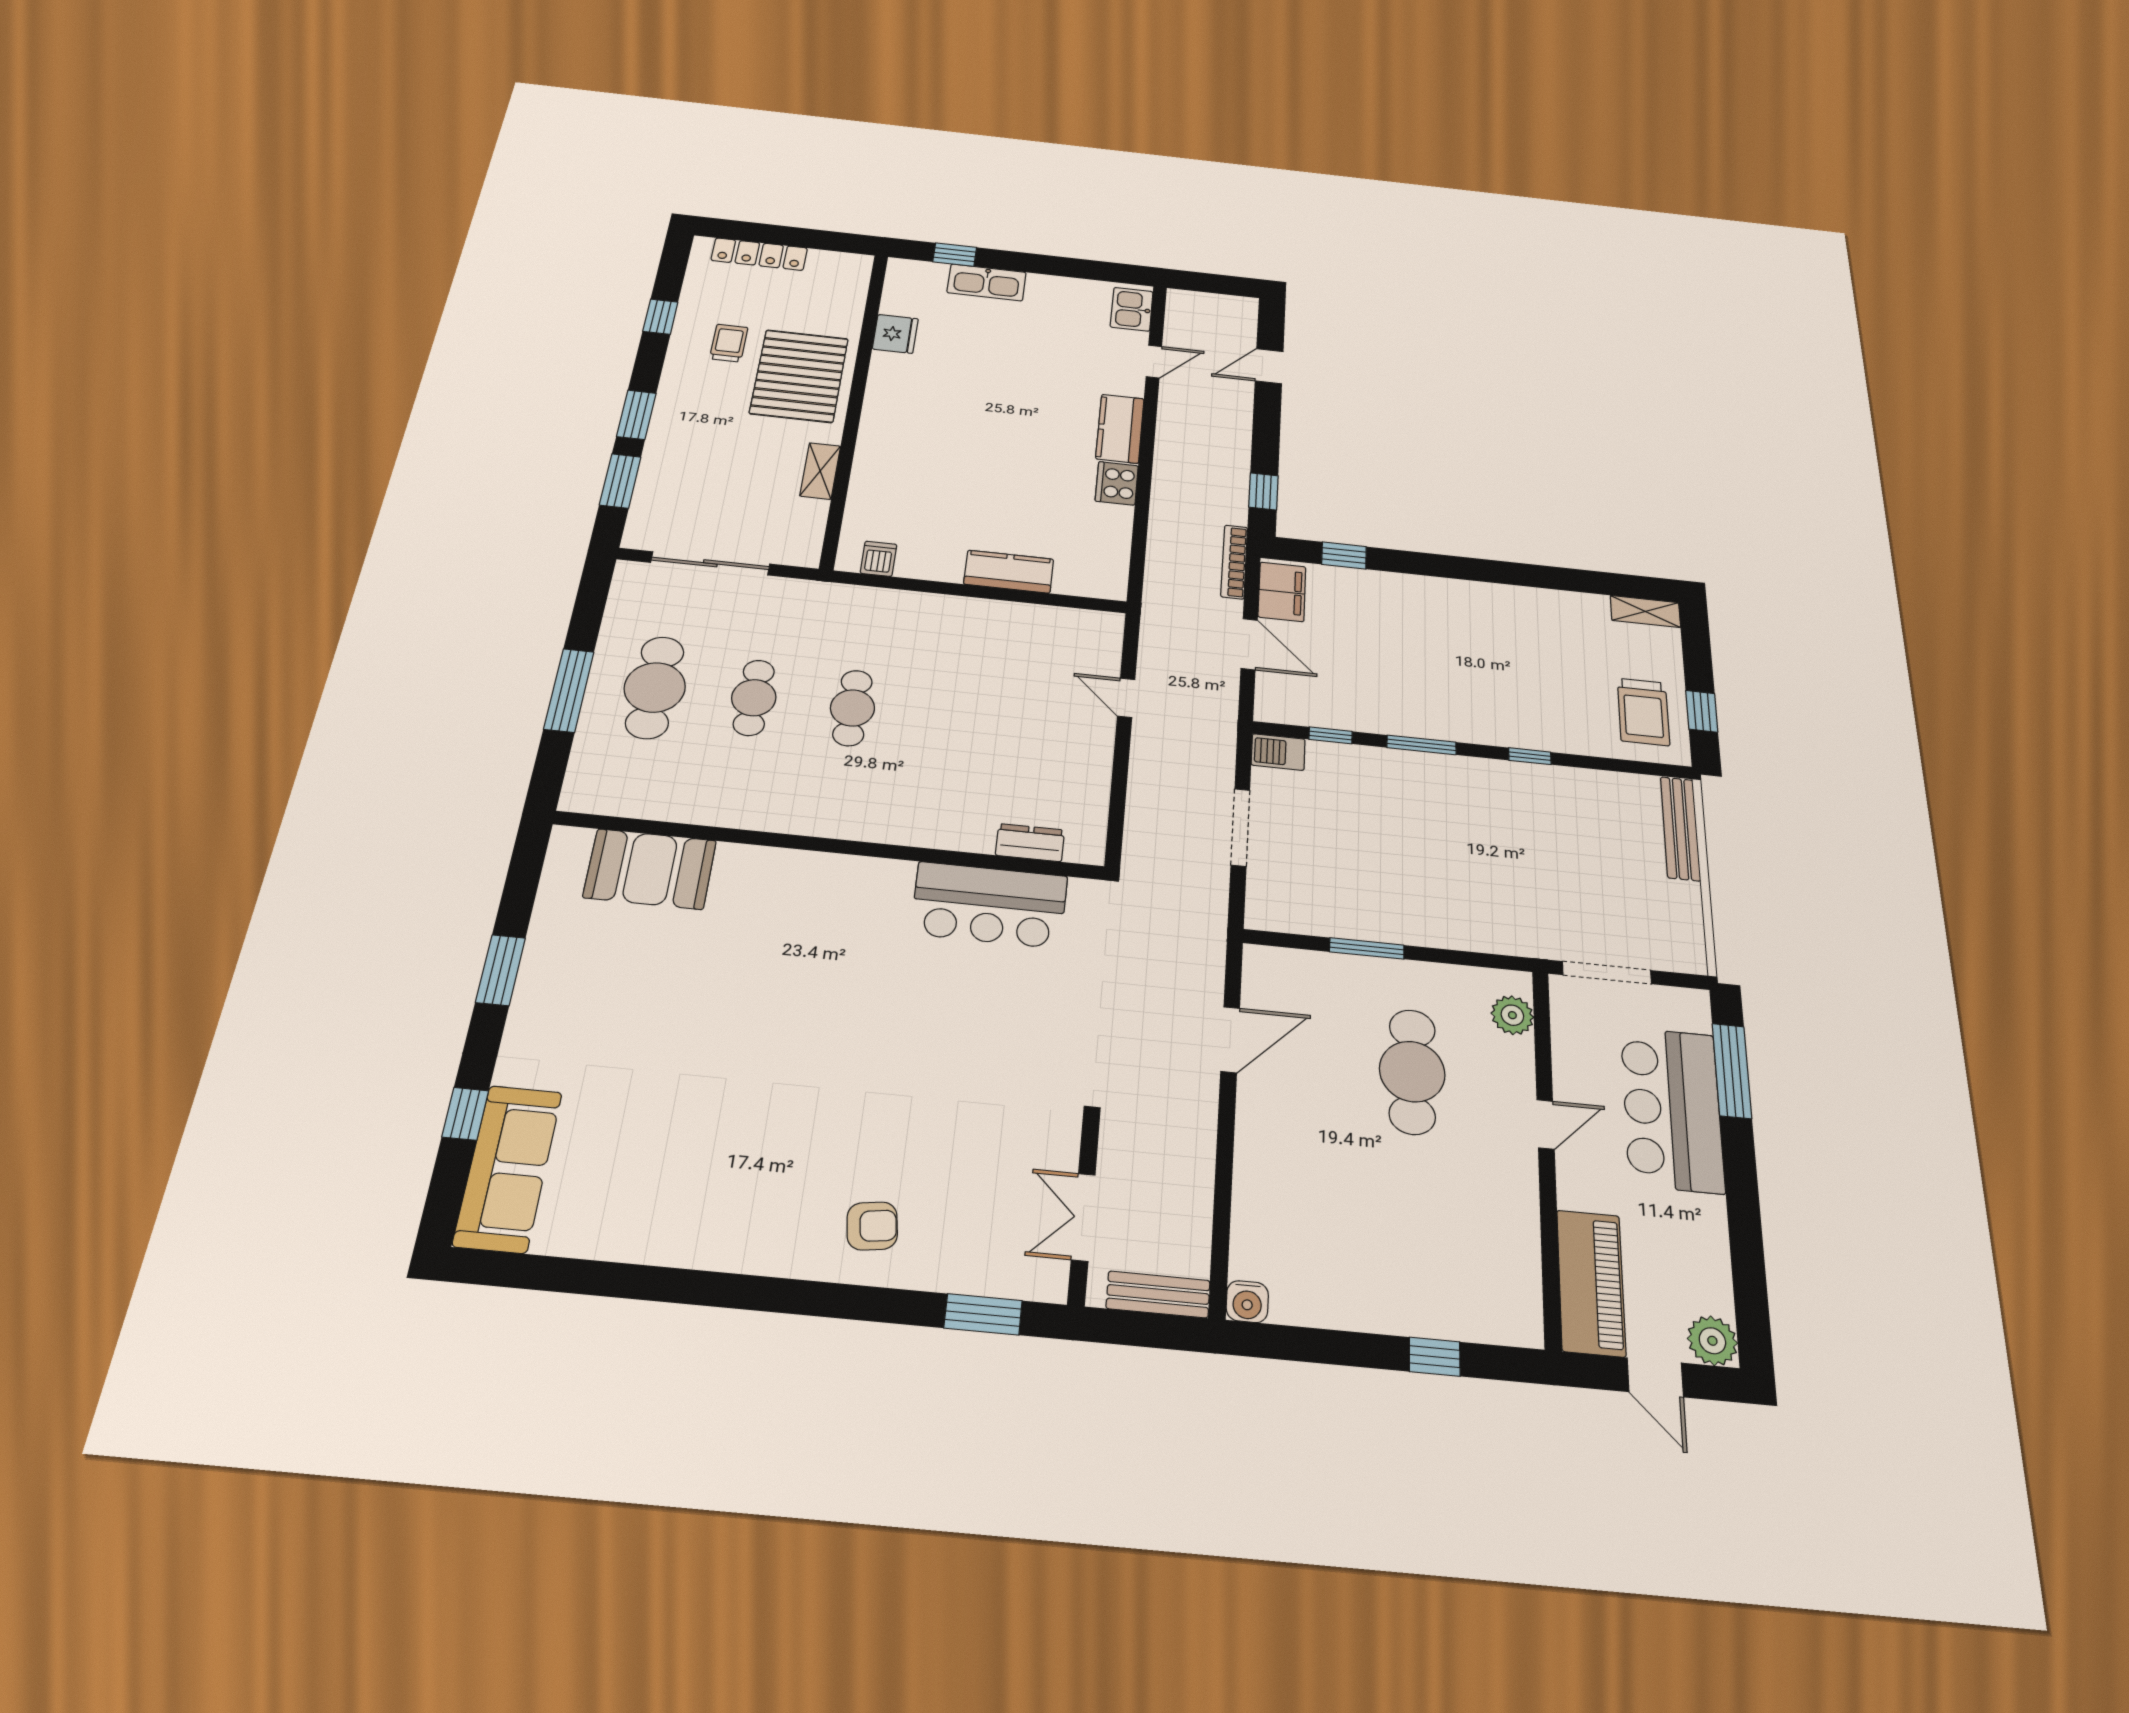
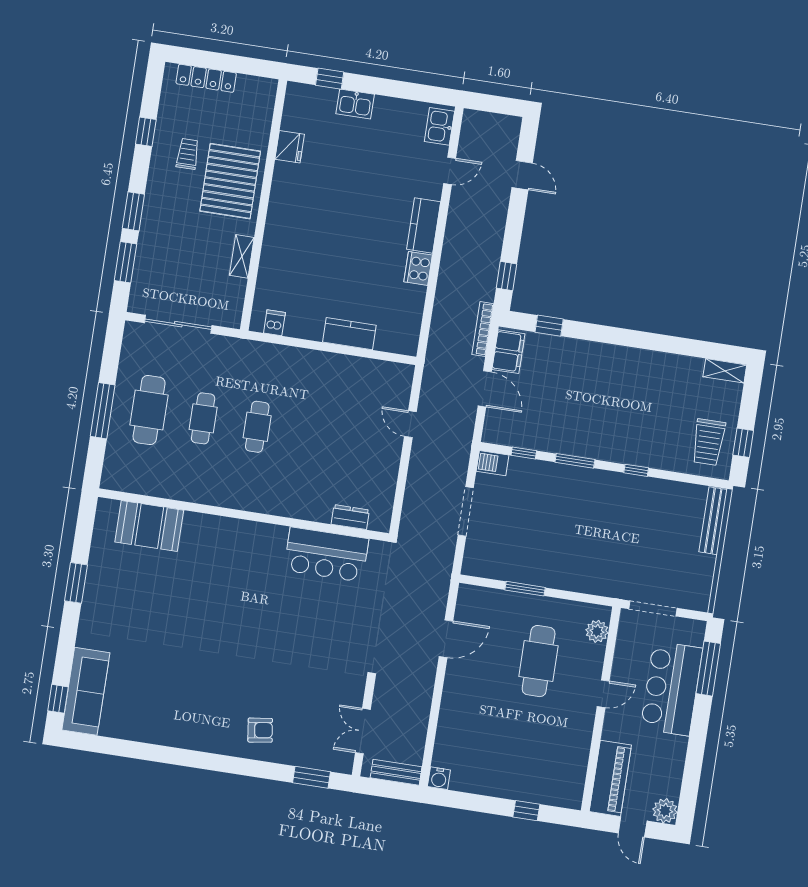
kitchen sink: (987, 282) -> (355, 104), width x0.73
door: (1269, 366) -> (522, 175), swing flipped
window: (465, 1114) -> (58, 699), moved

